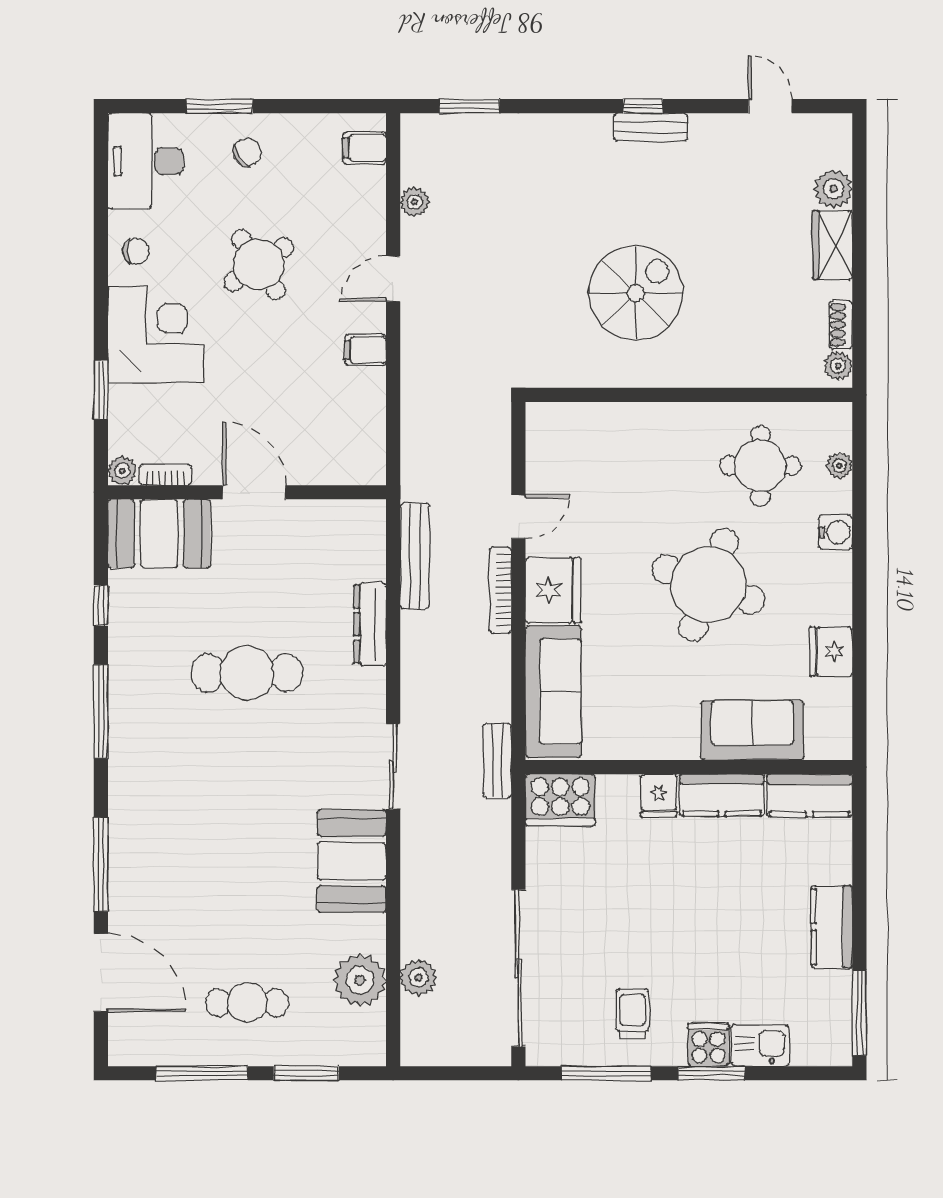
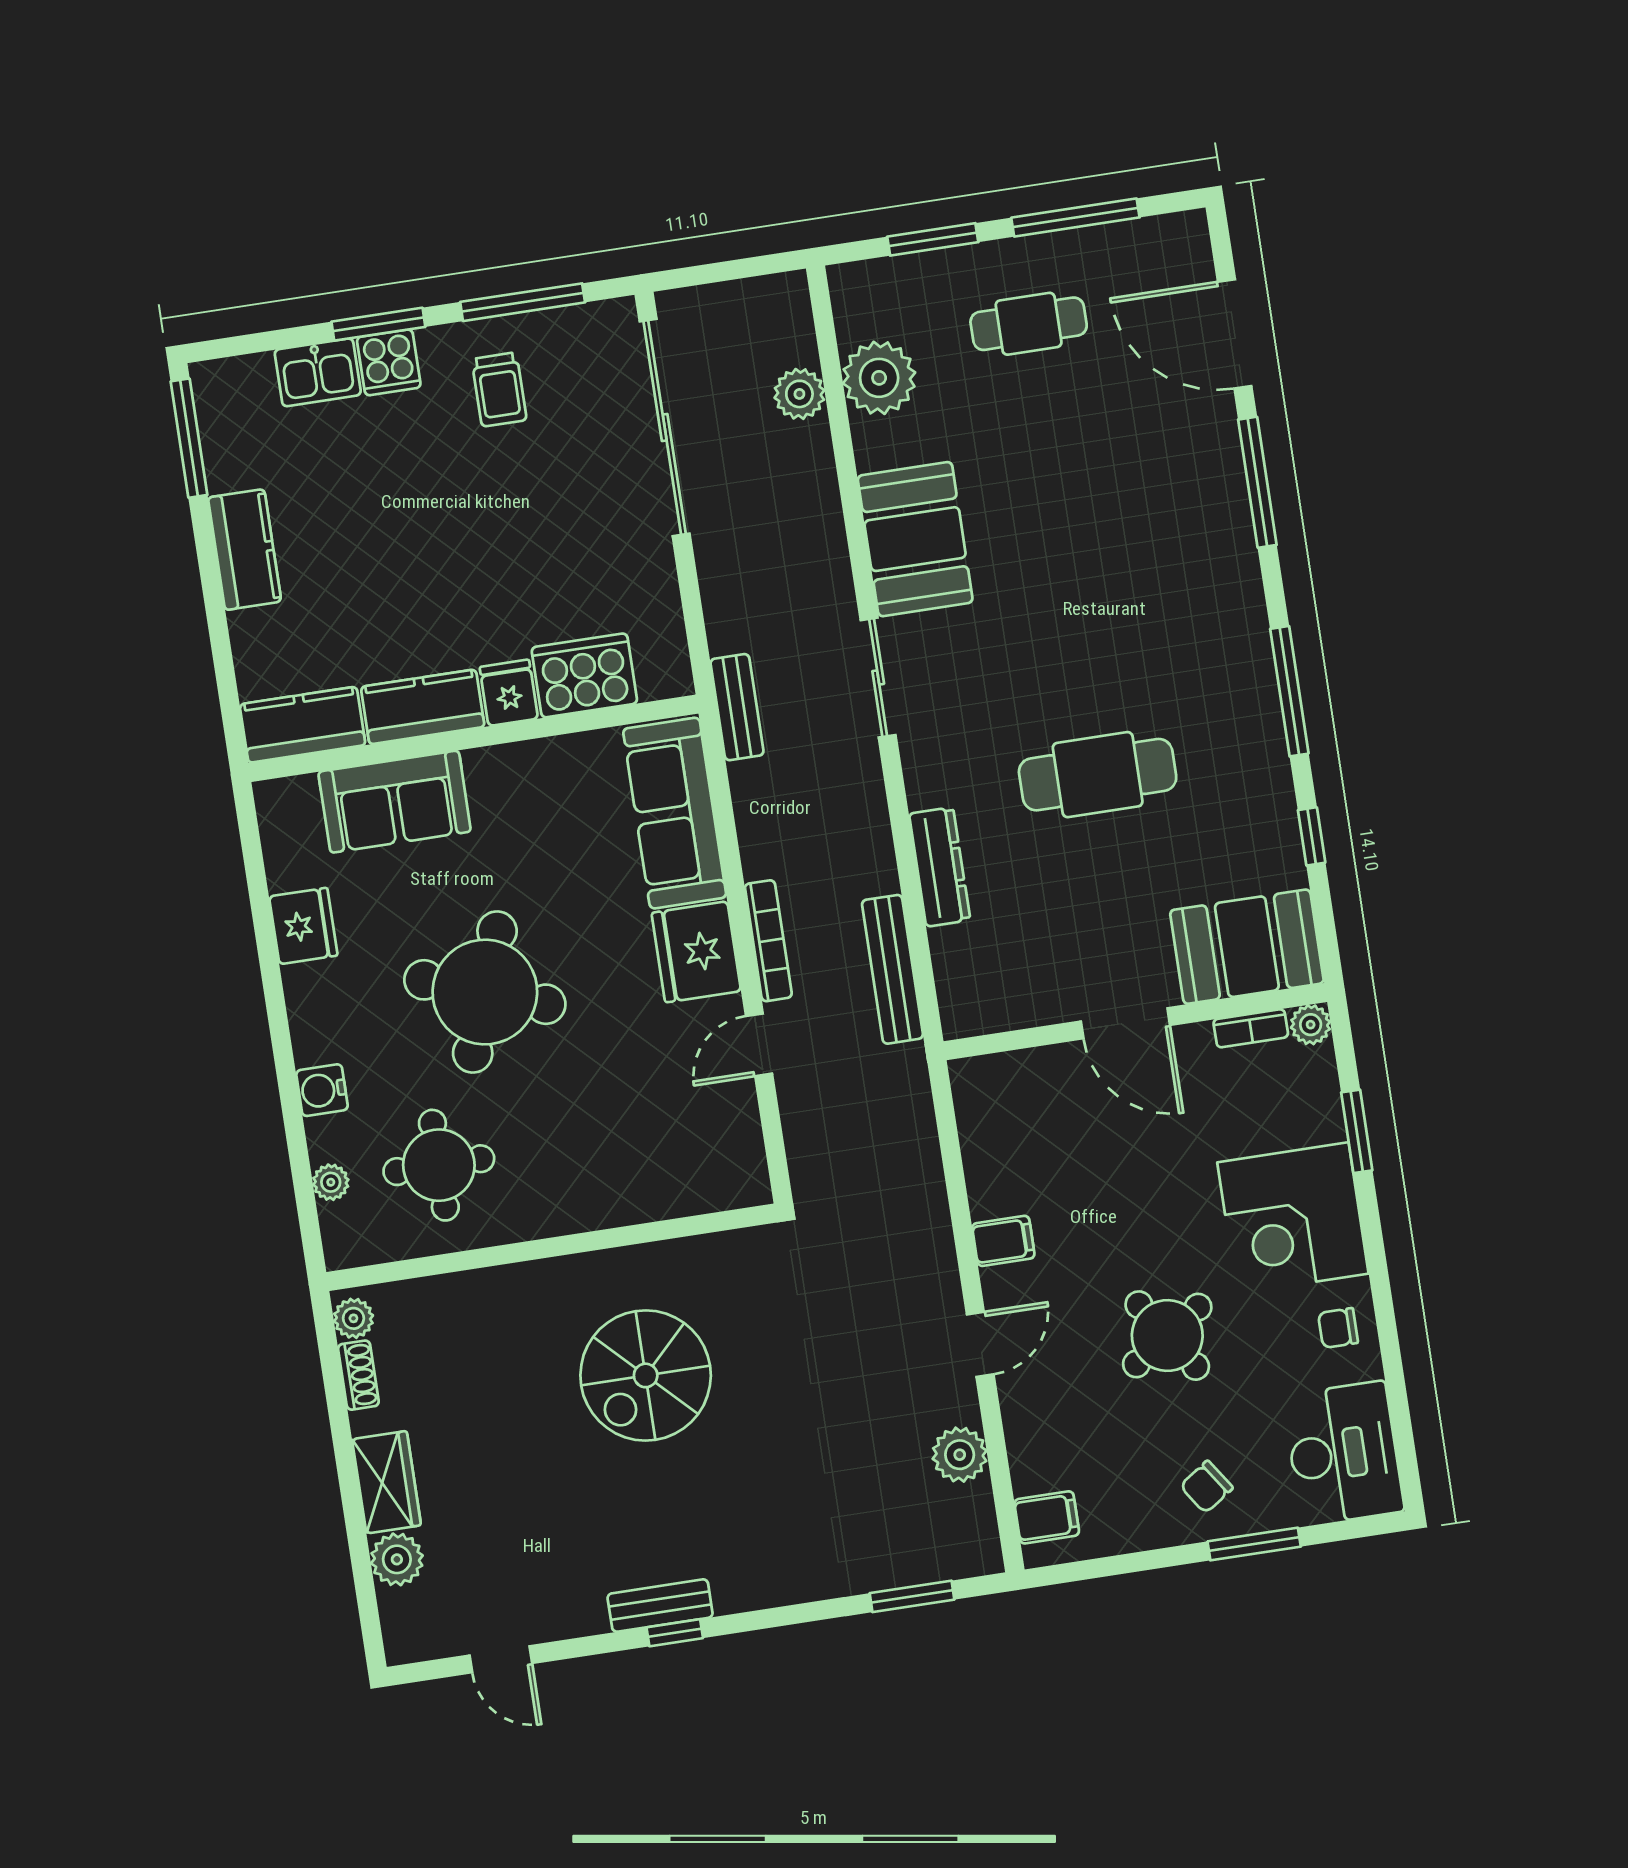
plant: (415, 202) -> (960, 1455), width x1.38, depth x1.38
cooker: (560, 800) -> (584, 675), moved

